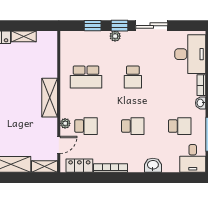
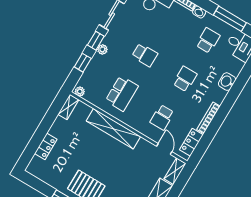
shelving: (24, 36) -> (68, 107), moved
shelving: (50, 98) -> (113, 129), width x1.47
plant: (65, 123) -> (80, 92), moved
school desk: (86, 126) -> (162, 117), turned 180

